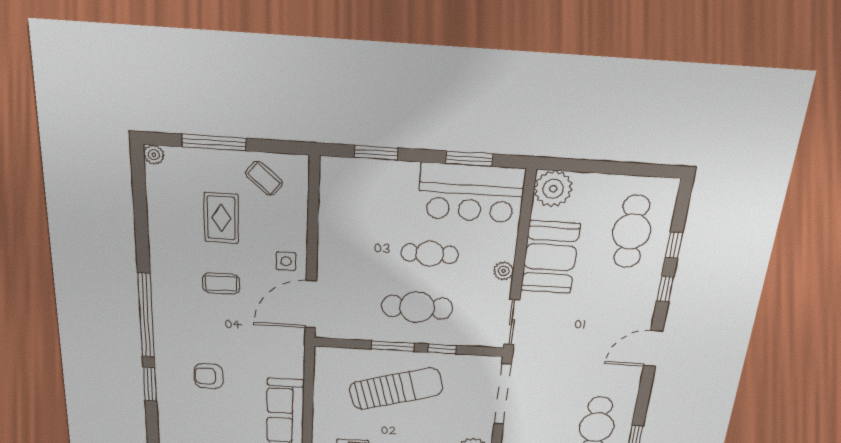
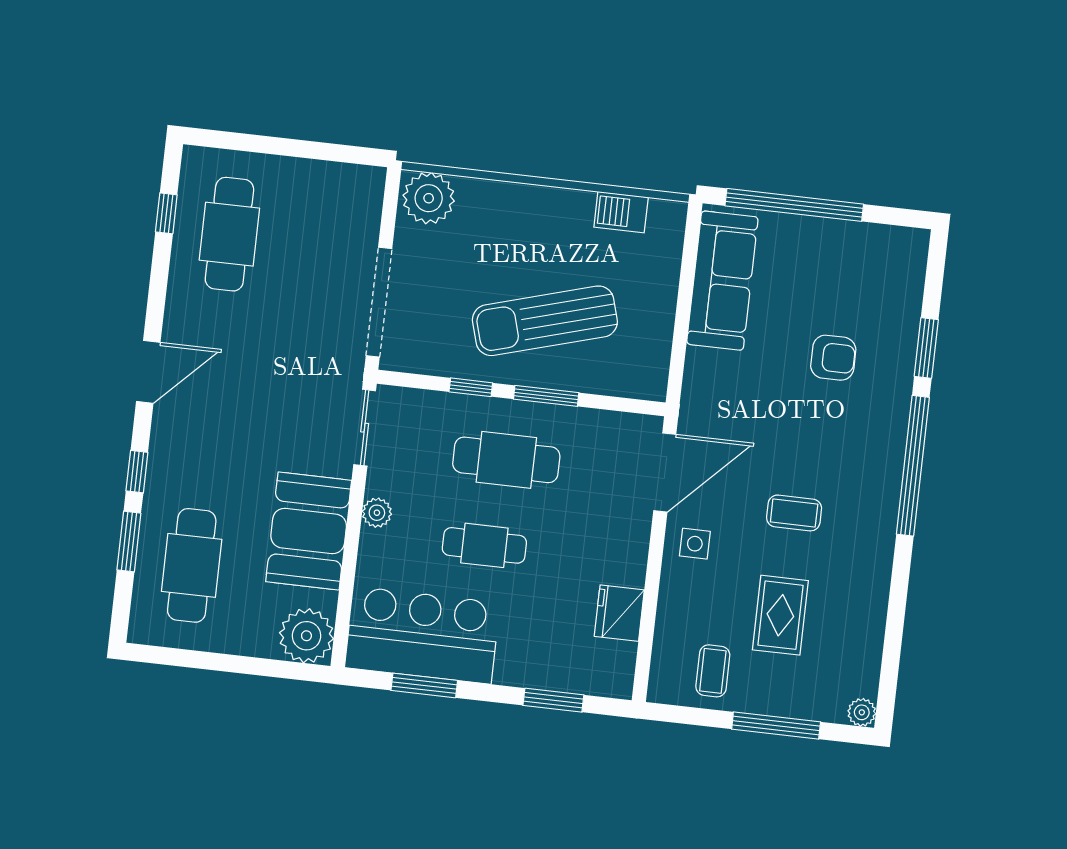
coffee table: (264, 178) -> (713, 671), turned 49
fridge: (334, 214) -> (619, 613), added
window: (674, 245) -> (129, 542), width x1.50

